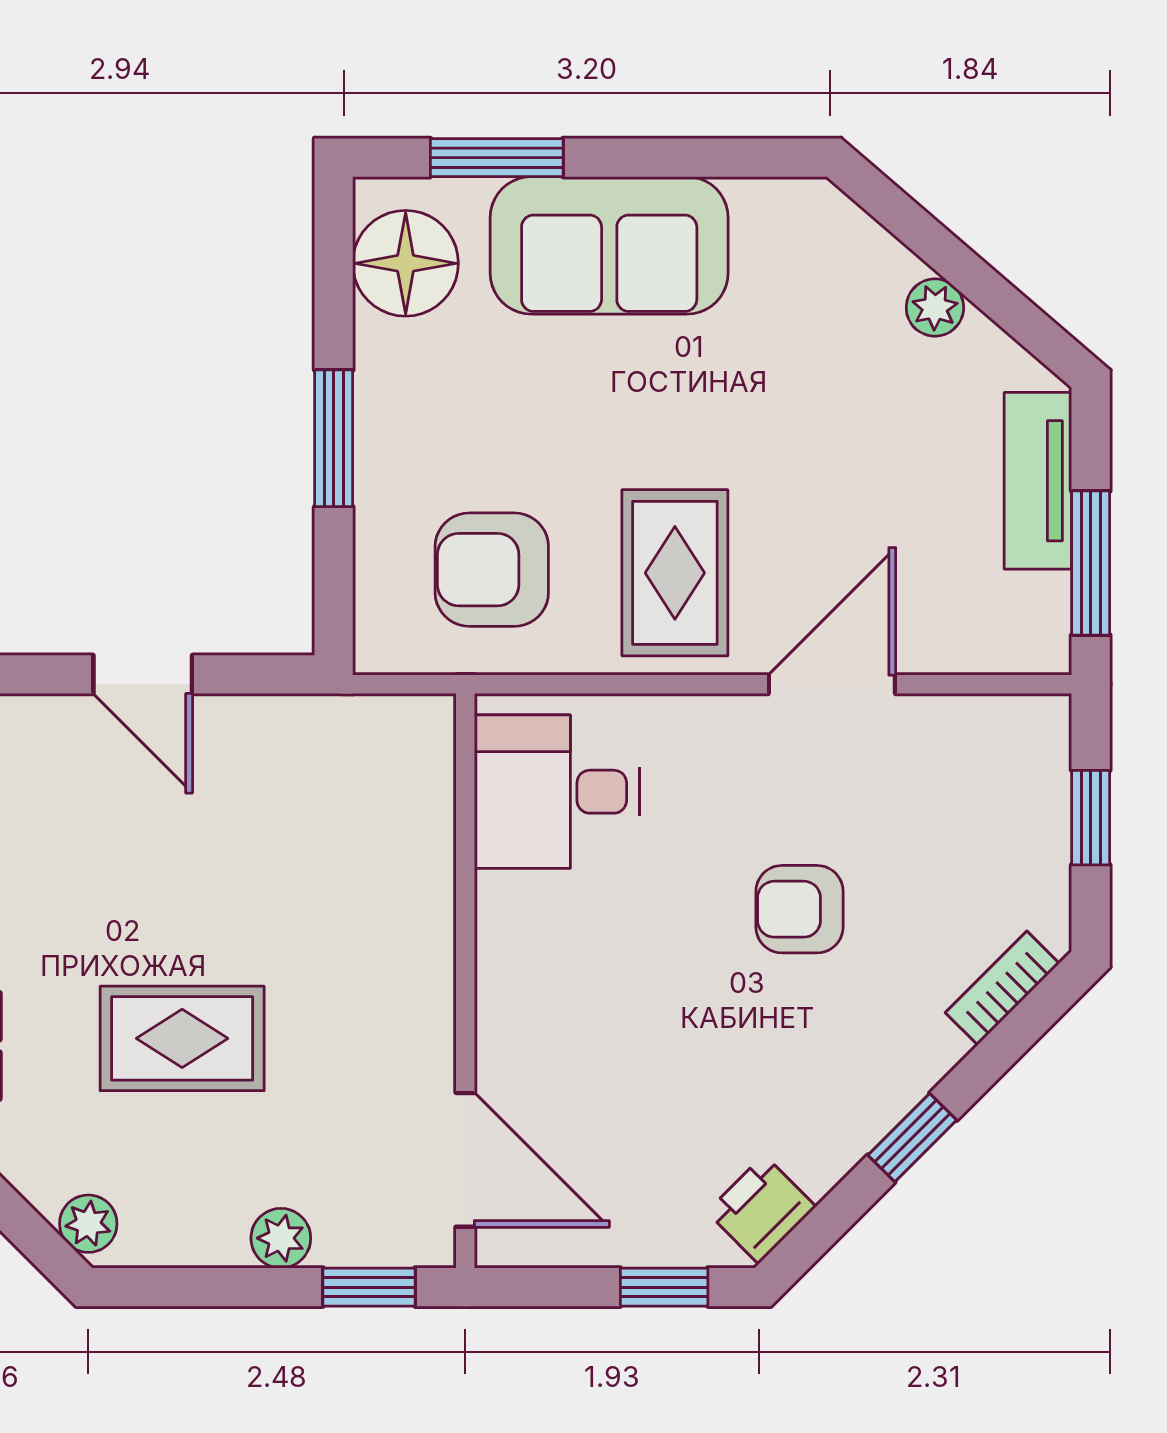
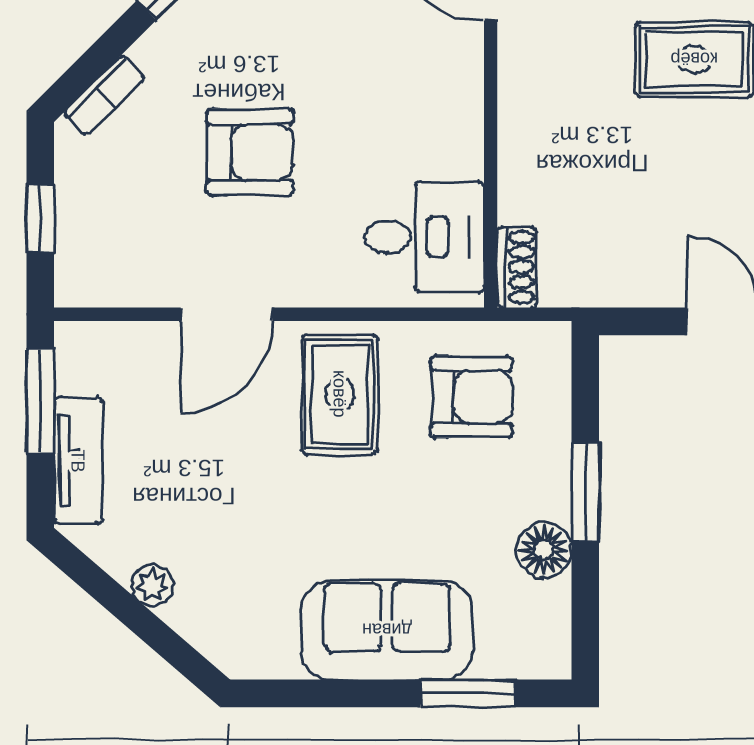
floor lamp: (406, 263) -> (544, 550), moved, width x0.73, depth x0.73
shoe rack: (429, 750) -> (517, 267), added
armchair: (799, 909) -> (250, 152), width x1.38, depth x1.38

